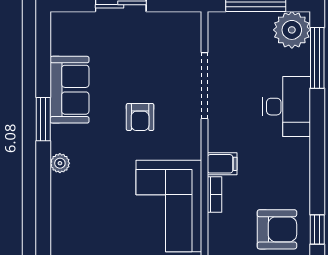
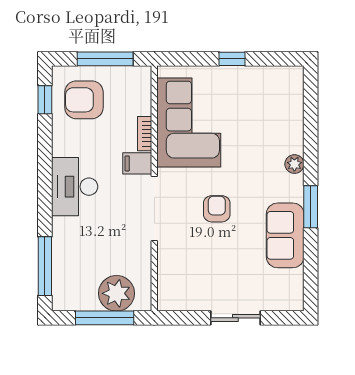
plant: (292, 30) -> (117, 293), moved
doorway: (204, 86) -> (154, 208), moved
desk: (287, 107) -> (75, 187), moved

